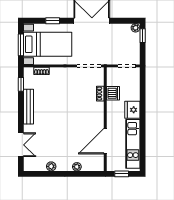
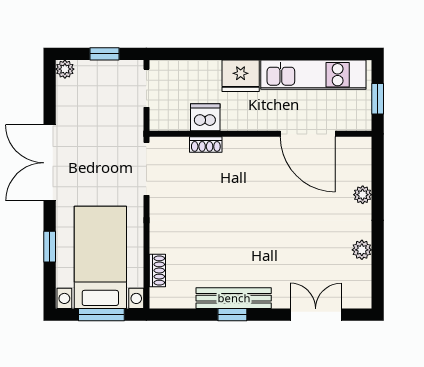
window: (143, 36) -> (105, 54), moved
window: (21, 84) -> (232, 315), moved

